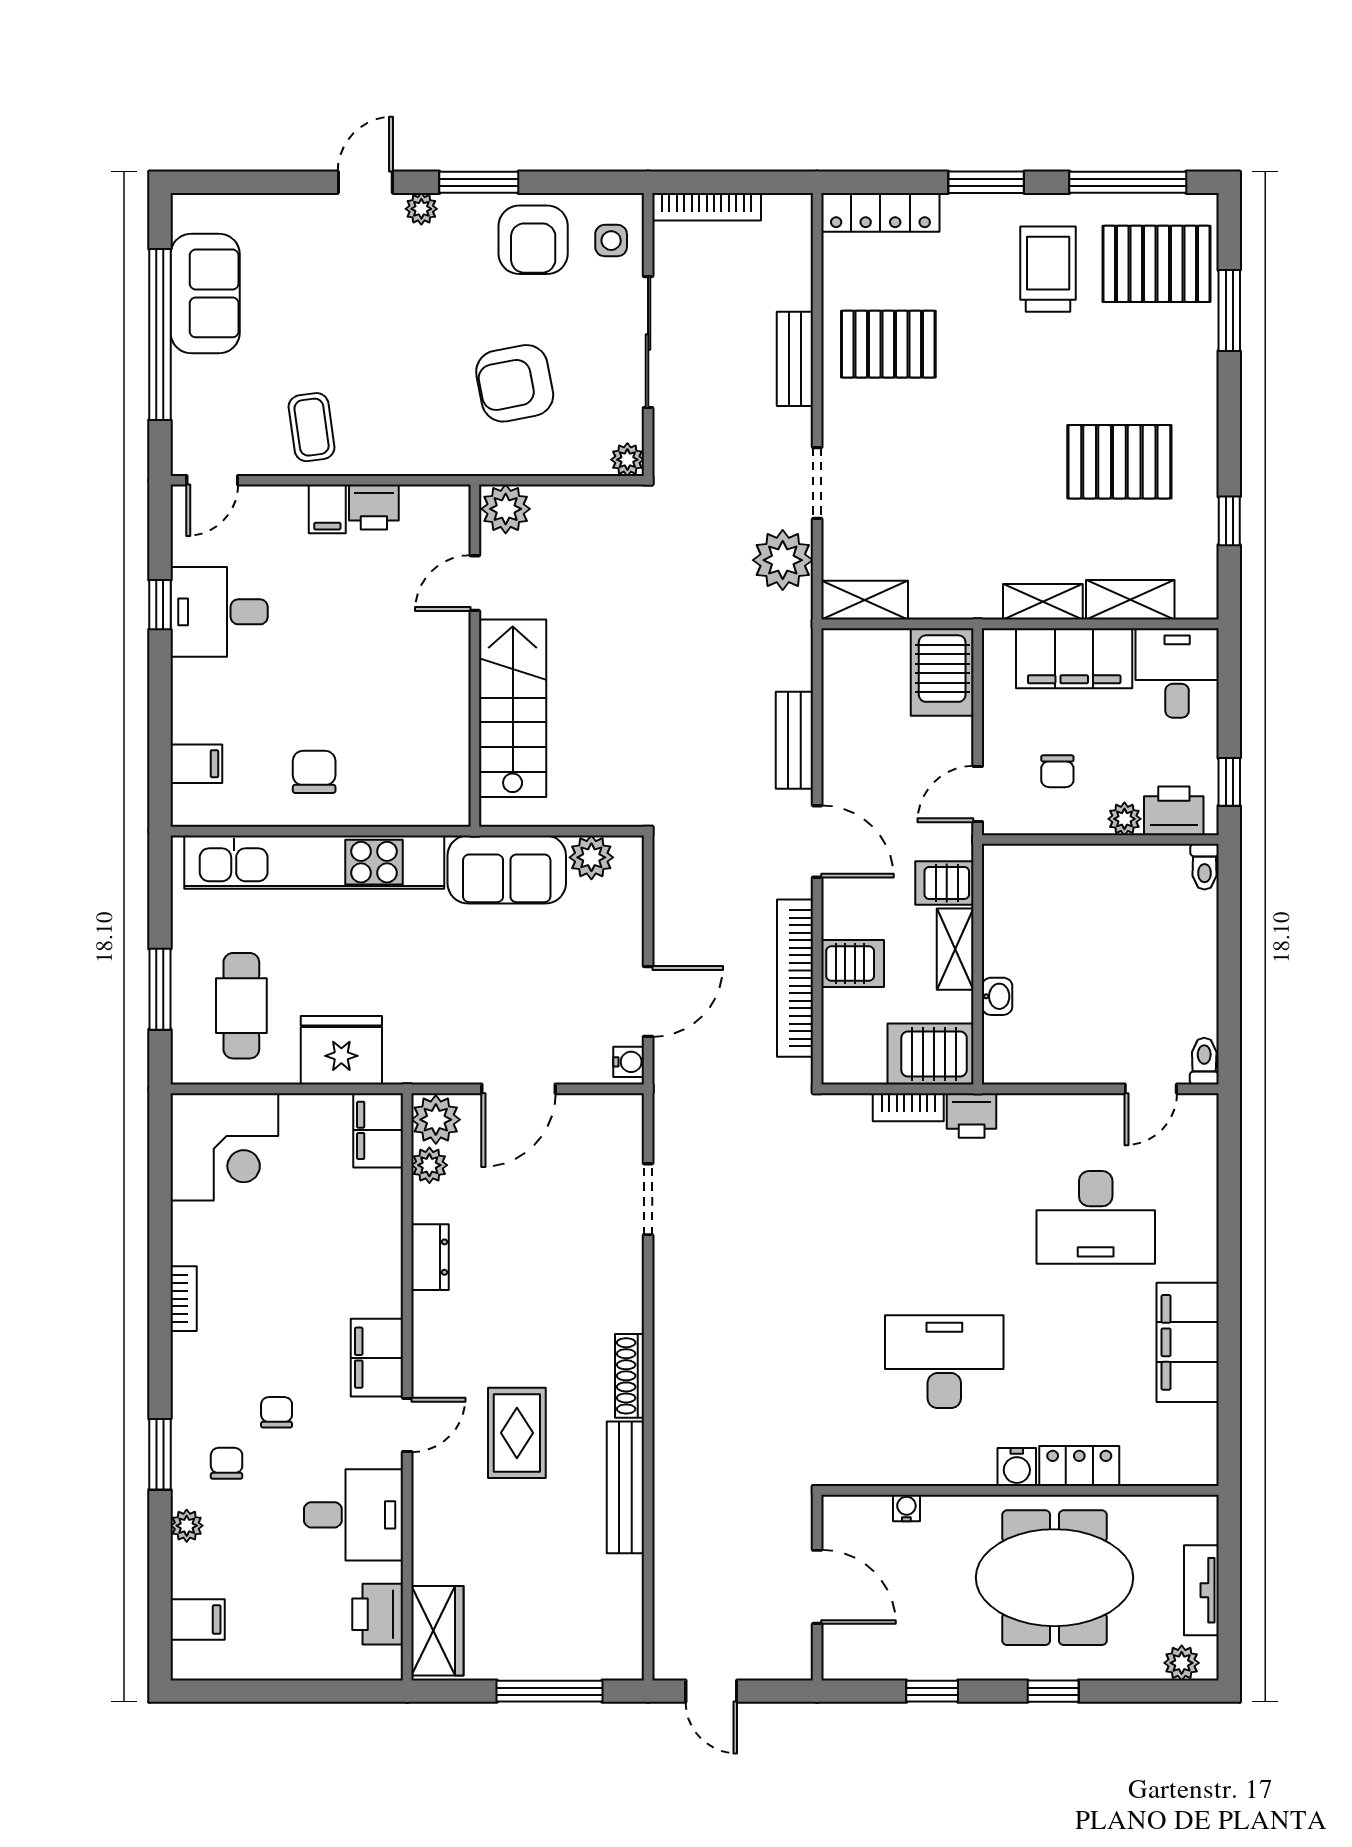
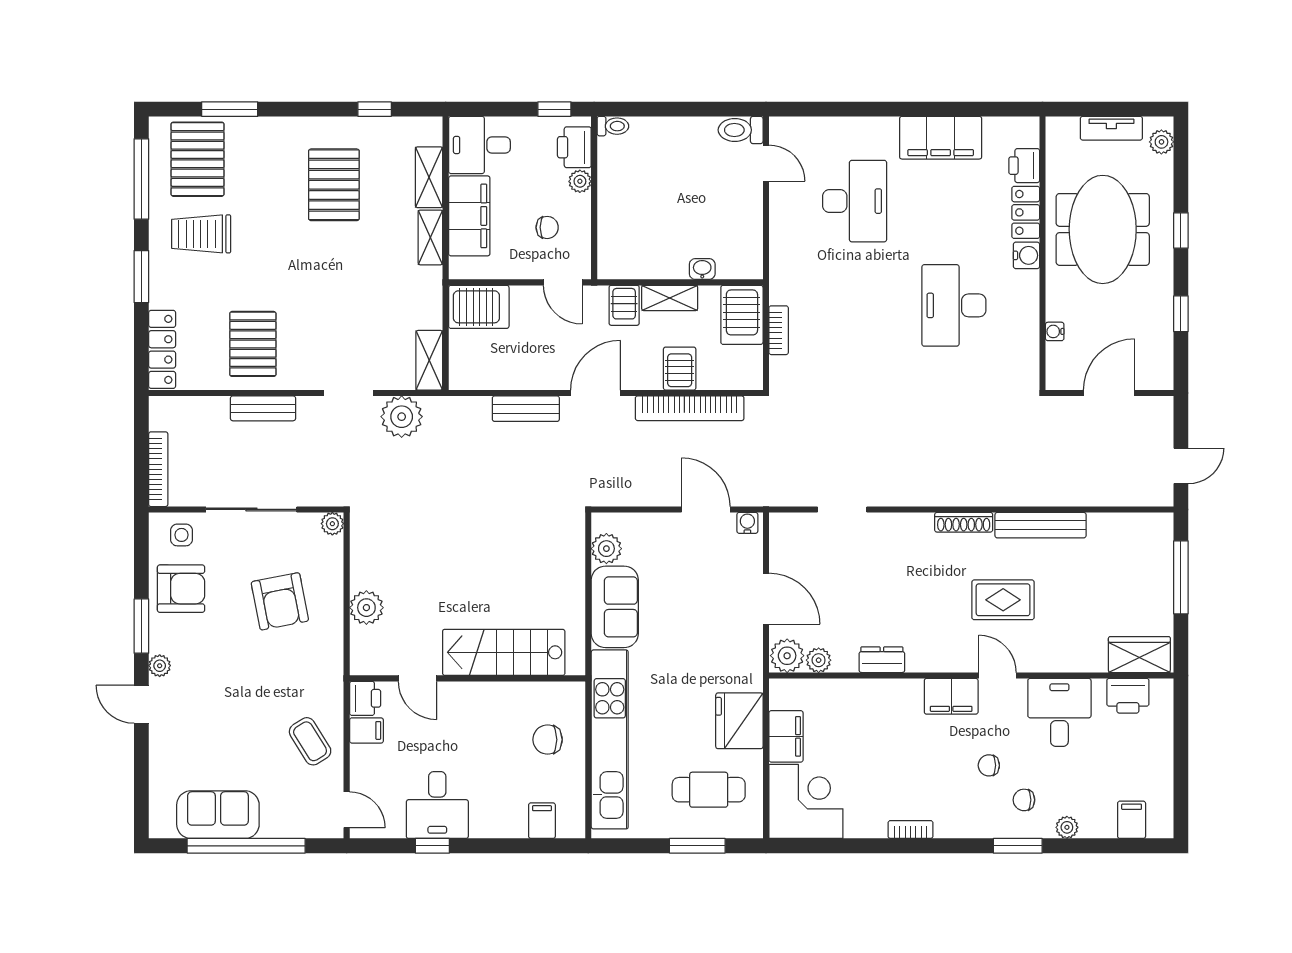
coffee table: (312, 427) -> (310, 741), turned 66
door: (475, 583) -> (418, 678), moved
wall: (475, 656) -> (467, 678), moved
stairs: (513, 708) -> (504, 652), moved
toilet: (1204, 1061) -> (741, 130), width x1.37, depth x1.39
printer: (972, 1115) -> (1024, 166), moved, turned 180
filing cabinet: (378, 1130) -> (786, 736), moved, turned -90

